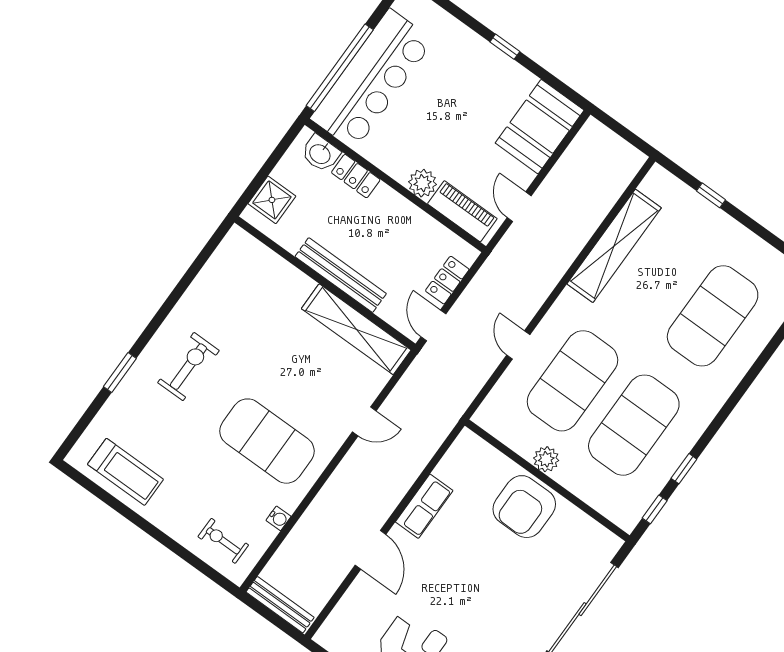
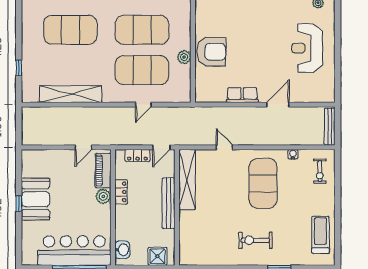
booth: (540, 127) -> (36, 199), moved, turned 90
locker: (356, 176) -> (121, 192), moved

